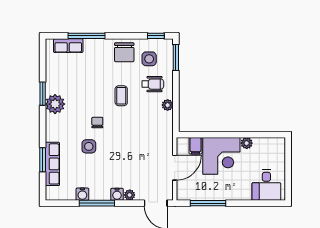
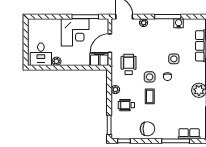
chair: (124, 52) -> (147, 129), turned 90
side table: (149, 59) -> (150, 77), moved
wheelchair: (150, 139) -> (129, 64), added
filing cabinet: (195, 146) -> (99, 59), width x2.00
corner desk: (221, 156) -> (75, 32), moved, turned 180
desk: (266, 185) -> (41, 54), moved, turned 180
water cooler: (117, 194) -> (153, 23), removed

